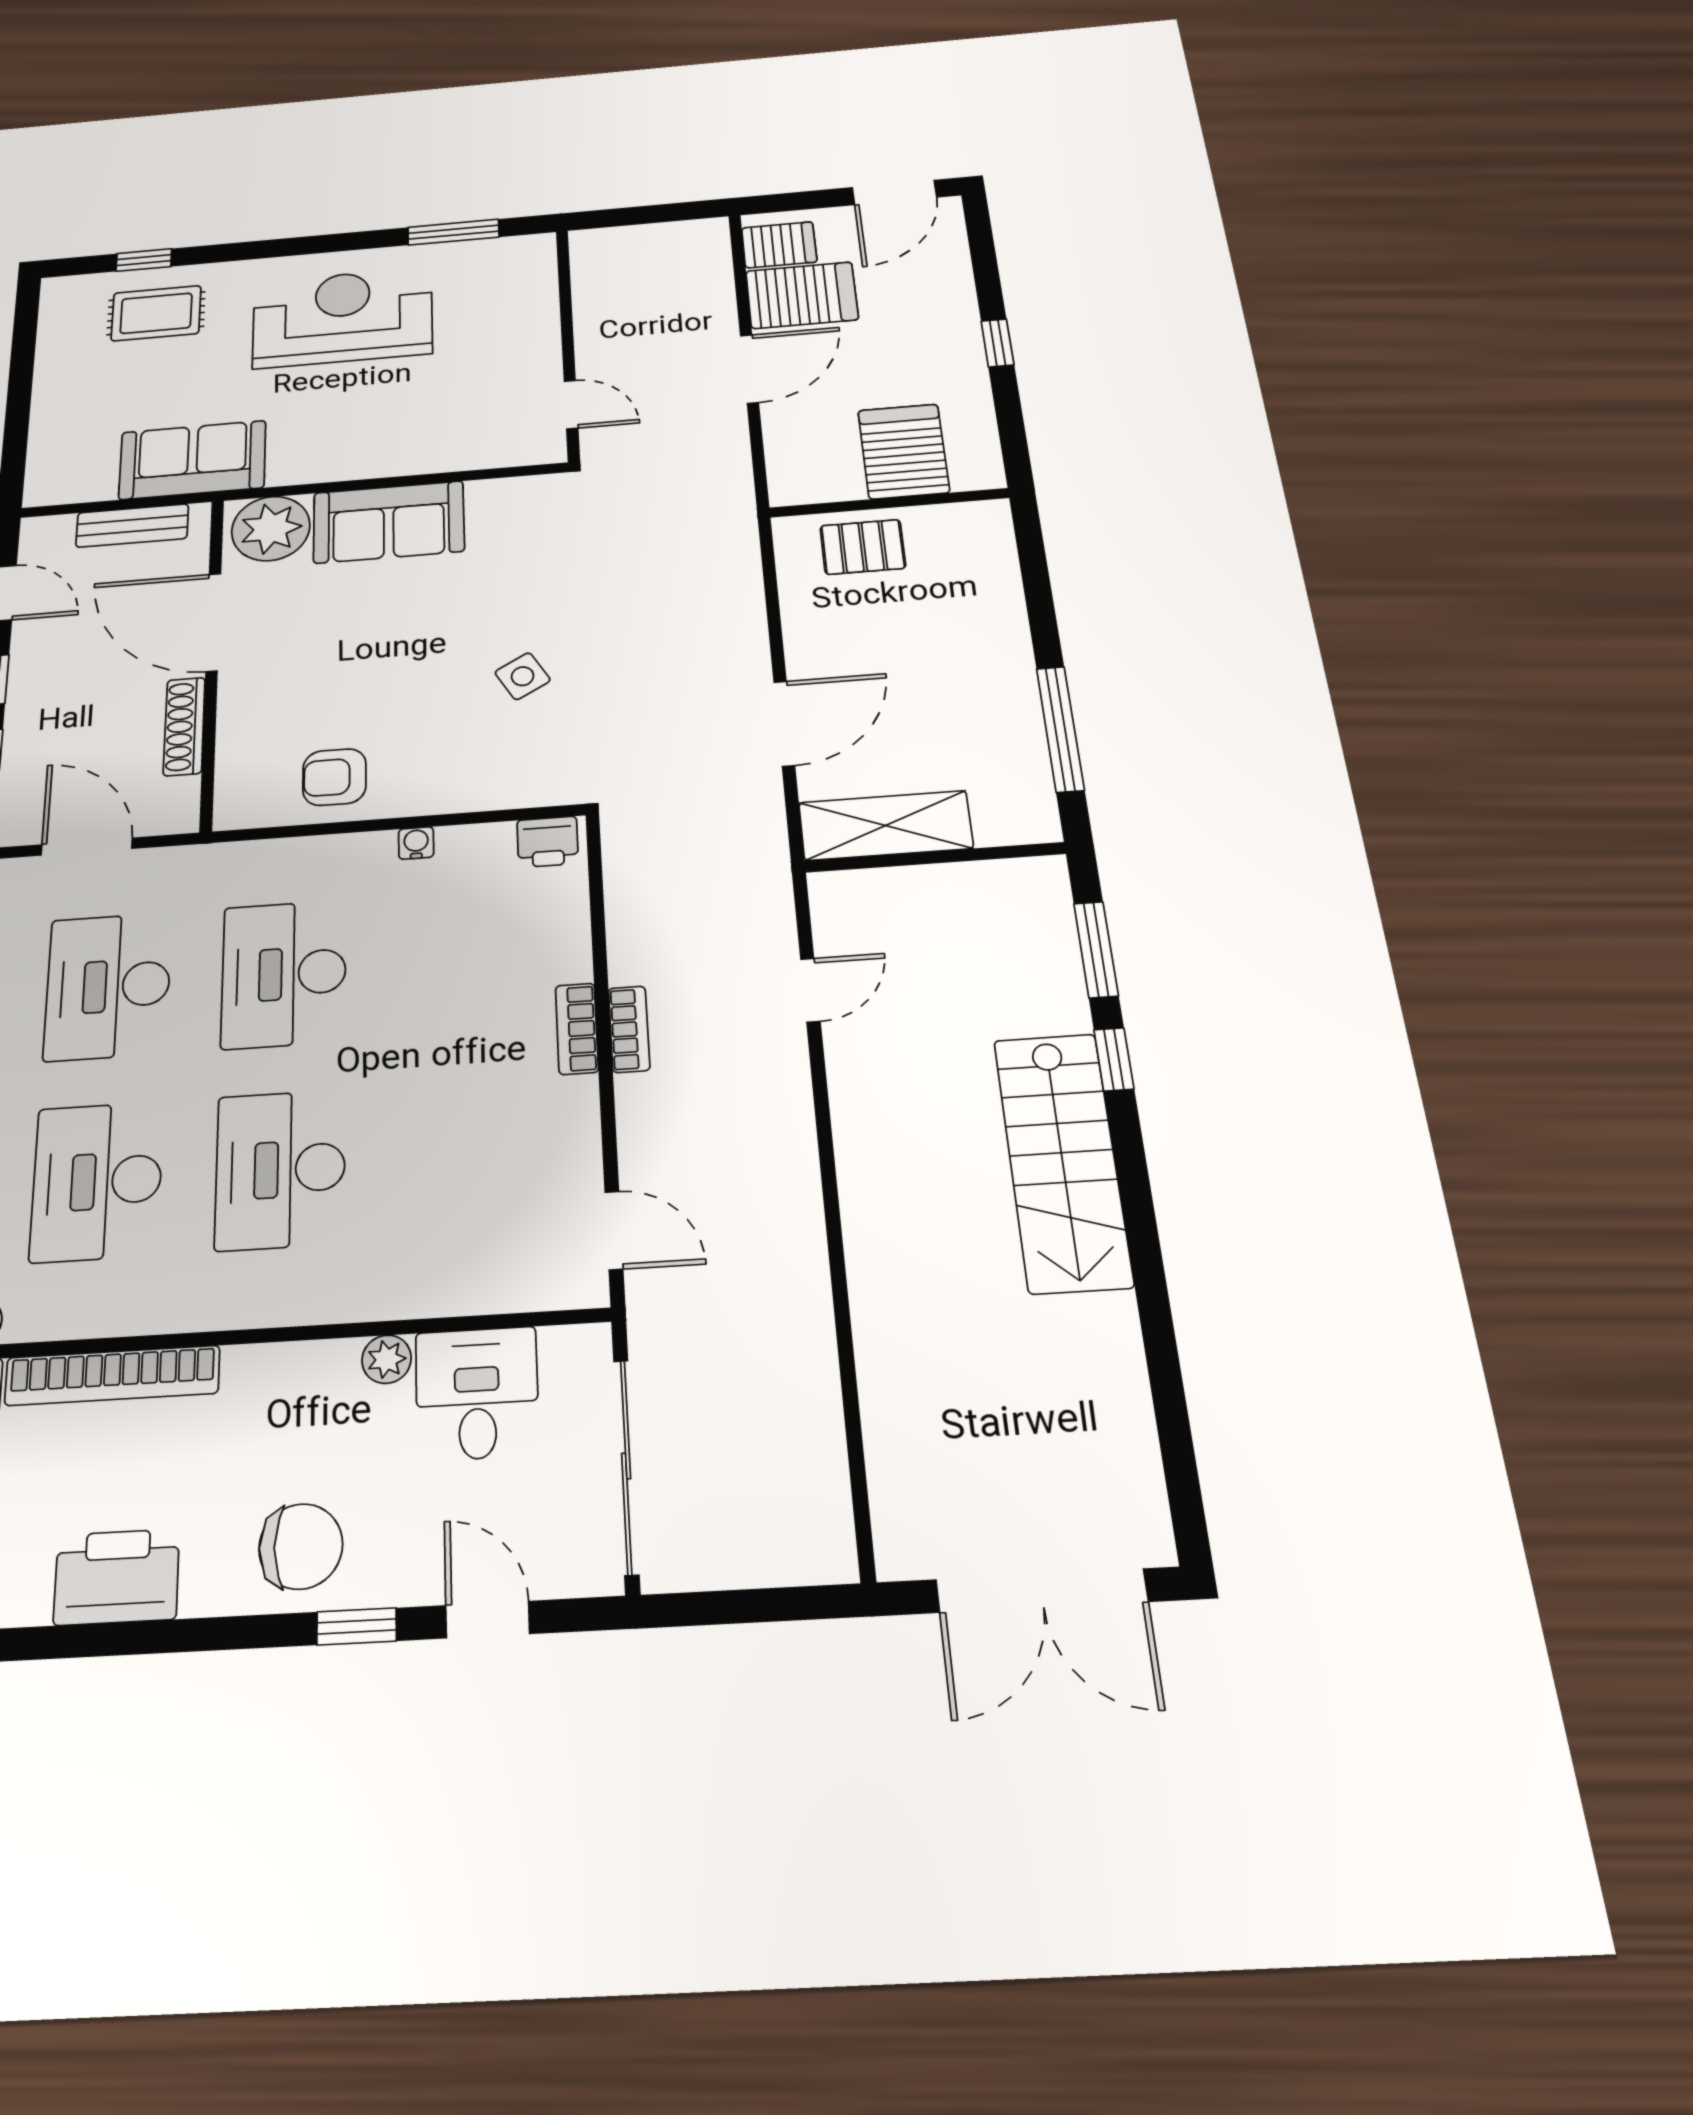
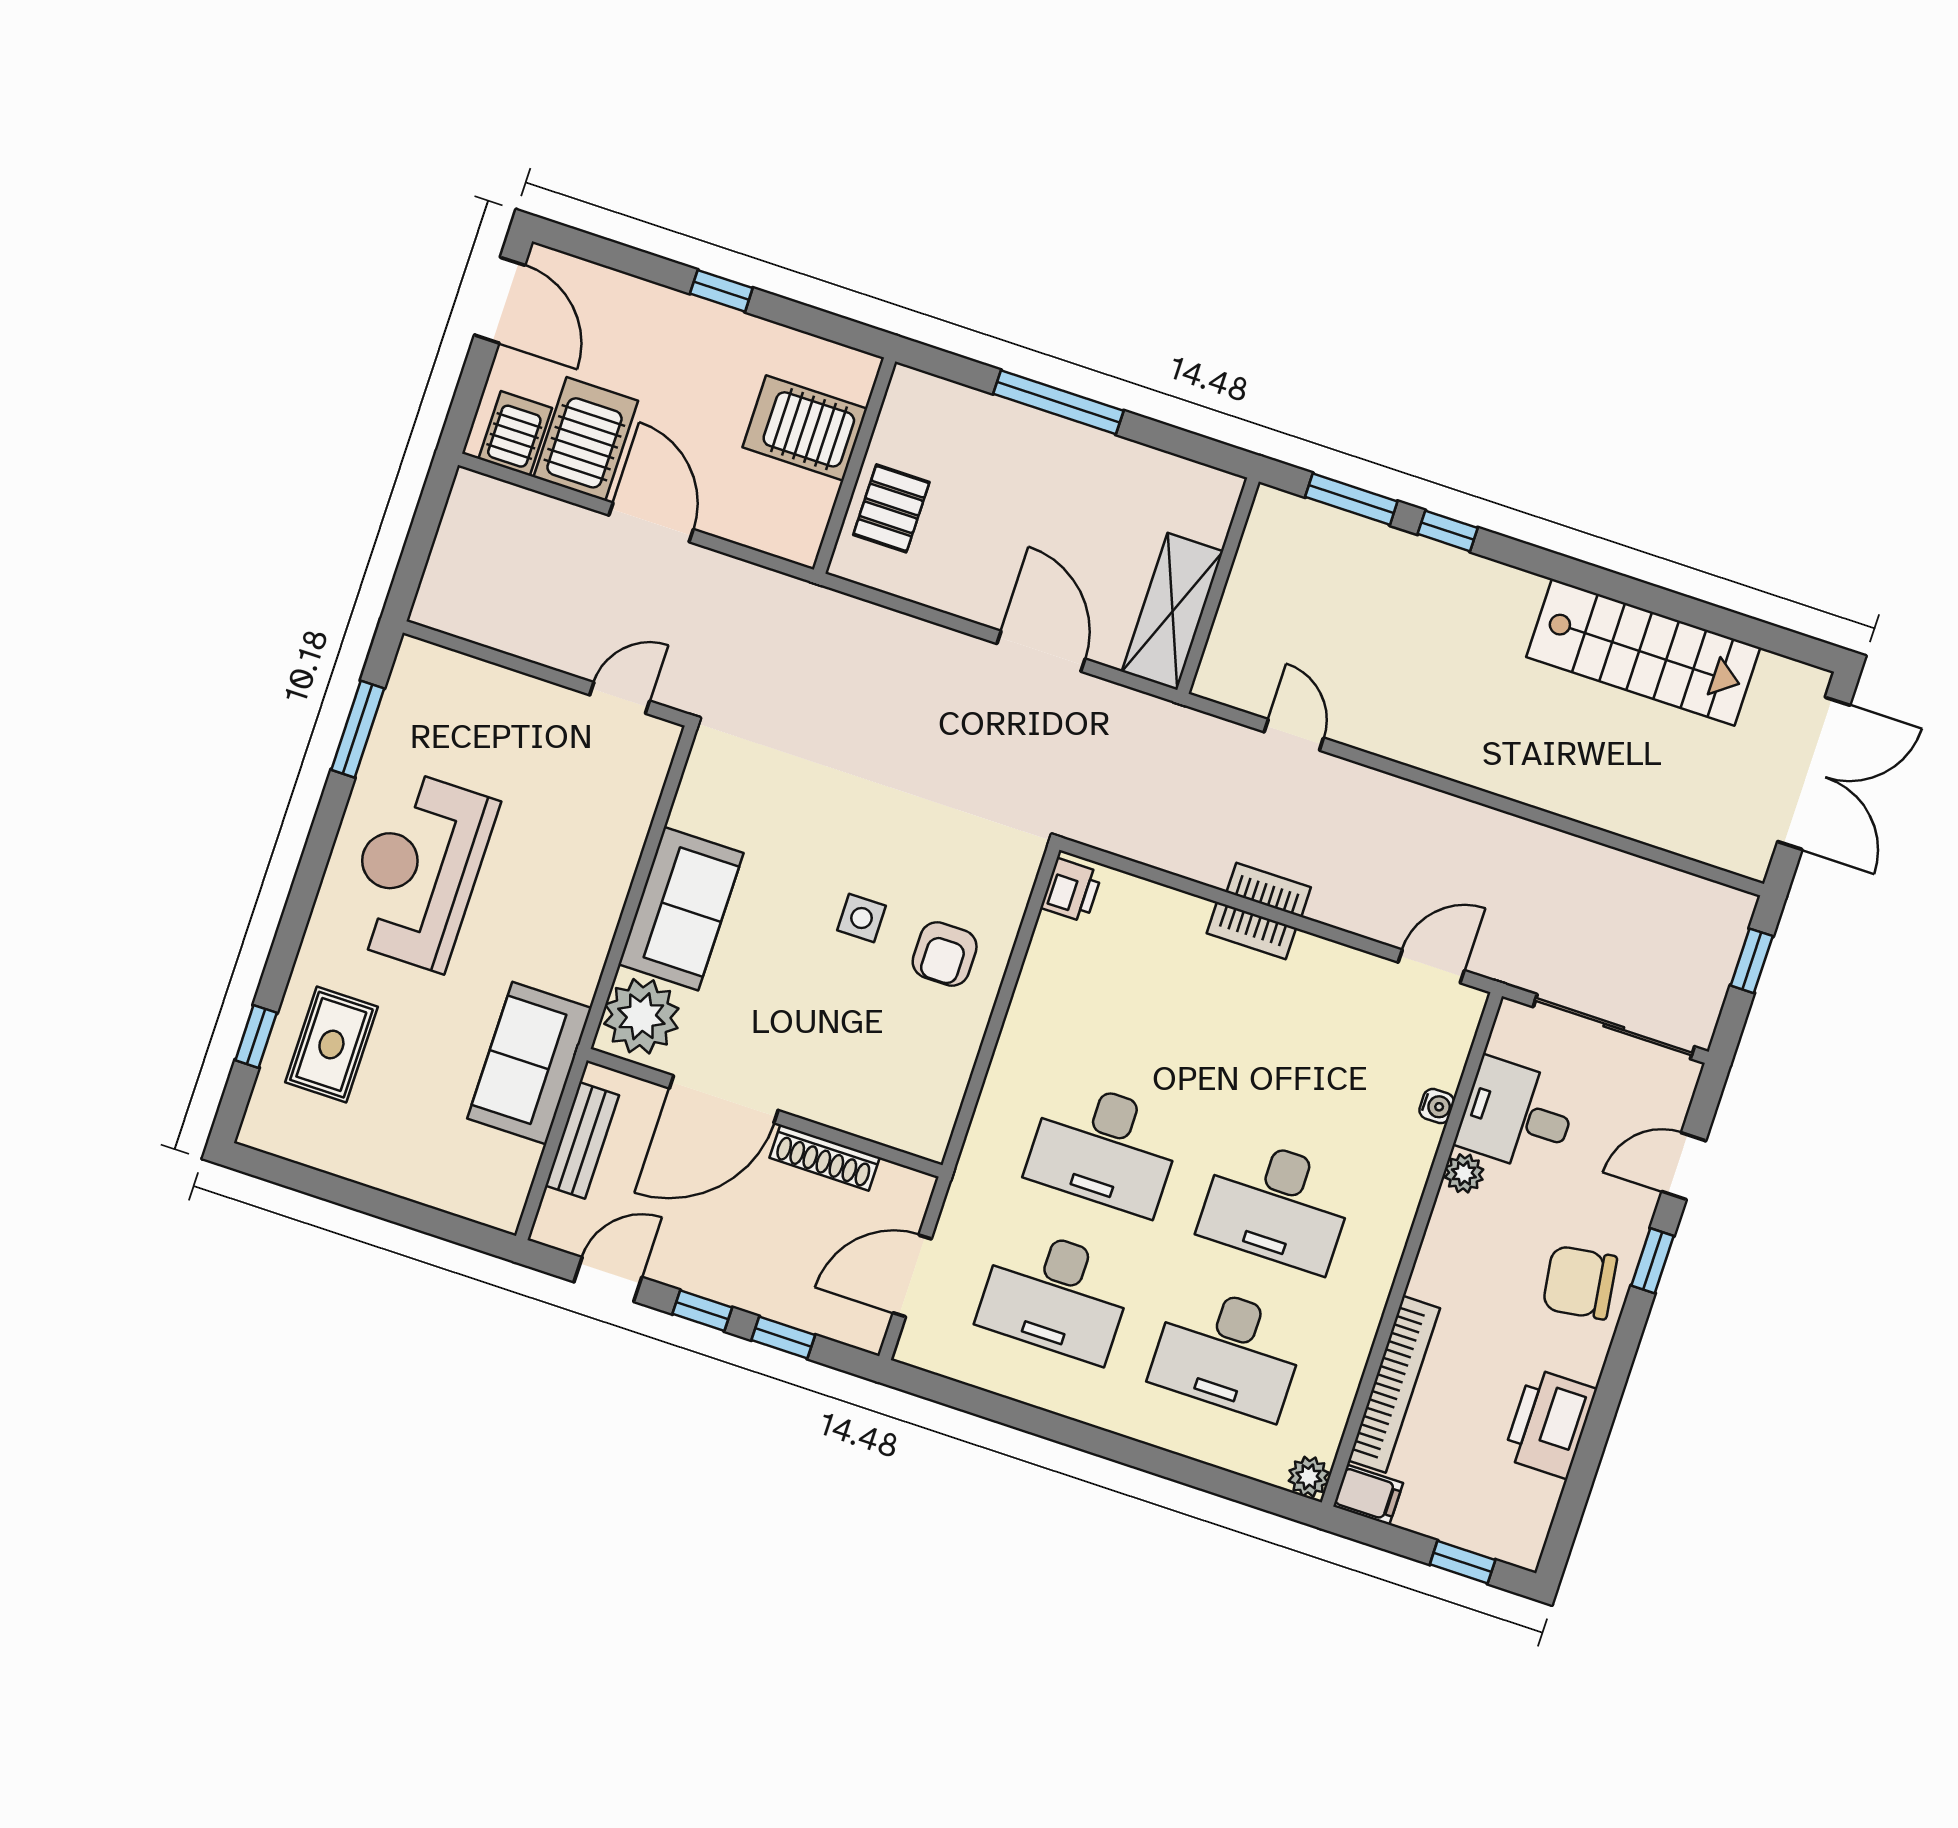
side table: (523, 676) -> (862, 918), moved, turned 30
window: (1060, 729) -> (1058, 402), moved
armchair: (334, 777) -> (945, 954), moved
water cooler: (416, 843) -> (1437, 1106), moved, turned 180
stairs: (1062, 1161) -> (1643, 652), moved
chair: (301, 1546) -> (1580, 1282), turned -98
window: (775, 1605) -> (1752, 961), added

